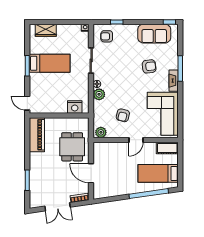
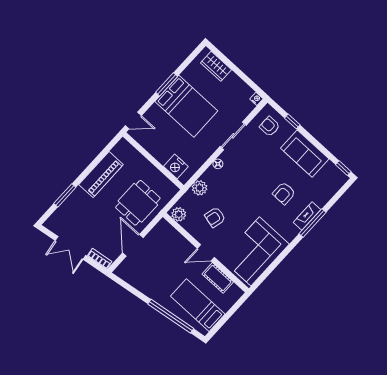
sofa: (154, 34) -> (305, 154), moved
bed: (50, 63) -> (186, 106), width x1.50
armchair: (149, 66) -> (284, 193), turned 97
fireplace: (174, 81) -> (307, 216), moved
plant: (99, 94) -> (200, 188), moved
door: (27, 103) -> (133, 121), swing flipped
piano: (37, 135) -> (101, 175), moved
cot: (167, 148) -> (218, 278), moved

